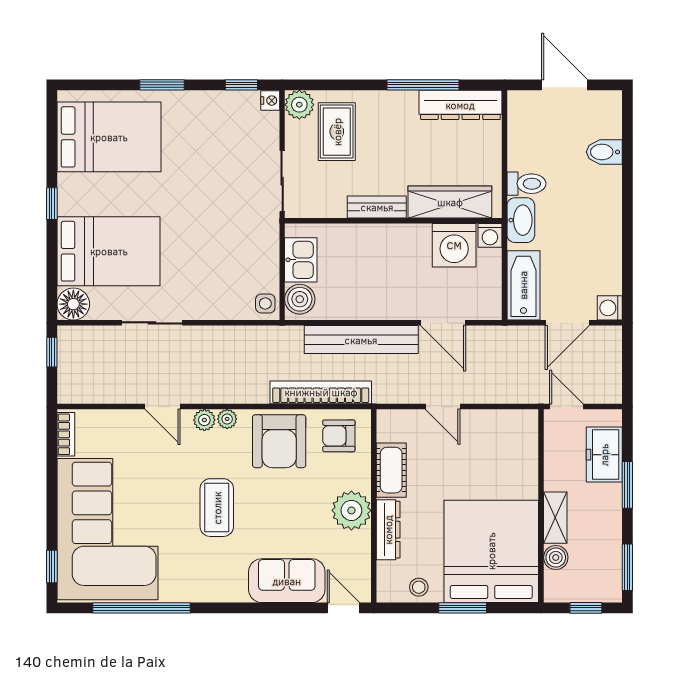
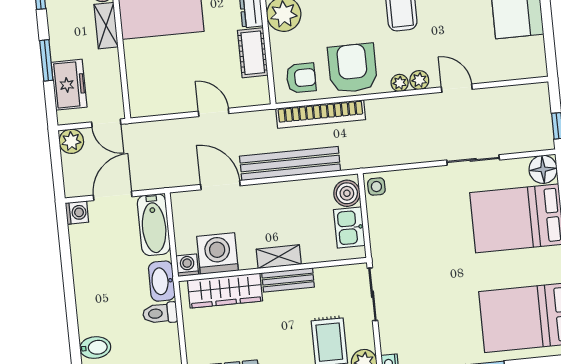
shelving: (385, 235) -> (279, 257), added
plant: (608, 390) -> (71, 141), added
bookcase: (66, 434) -> (538, 56), removed

